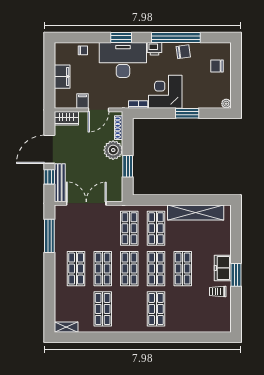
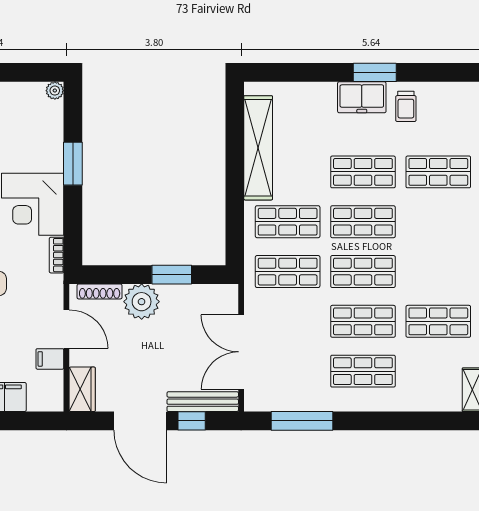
shop shelf: (156, 309) -> (438, 172), moved

